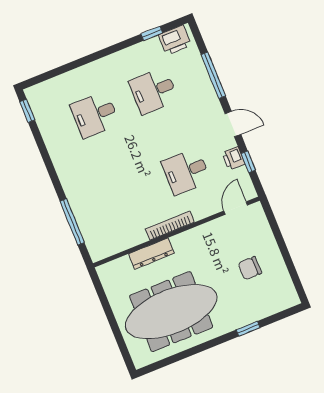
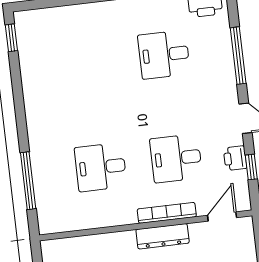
desk: (95, 115) -> (101, 167), moved
bookcase: (170, 226) -> (167, 213), moved
dresser: (151, 253) -> (163, 236), moved

